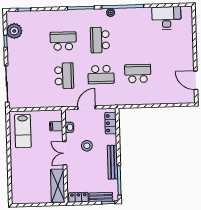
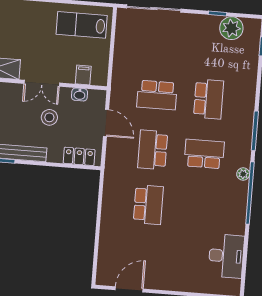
double door: (65, 153) -> (42, 83), swing flipped

